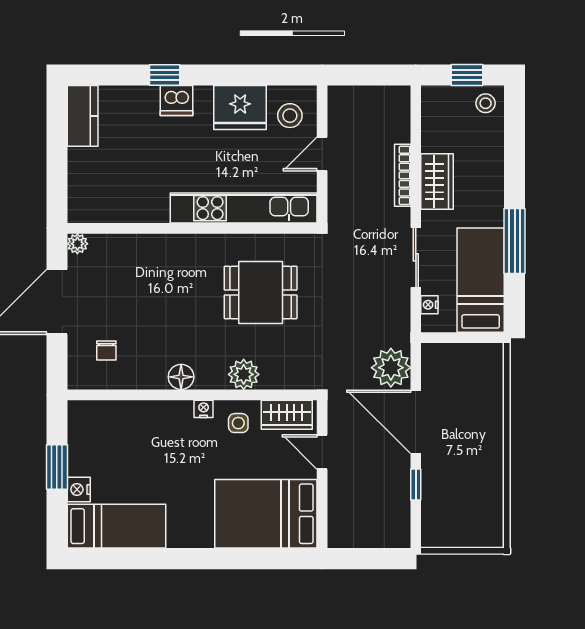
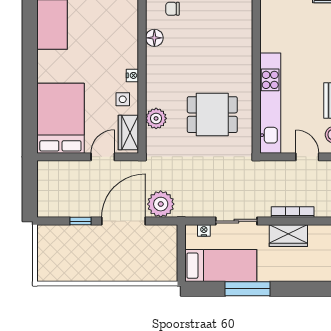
dining table: (261, 293) -> (212, 115), turned 90
plant: (244, 374) -> (156, 118), moved
floor lamp: (181, 377) -> (154, 38), moved

